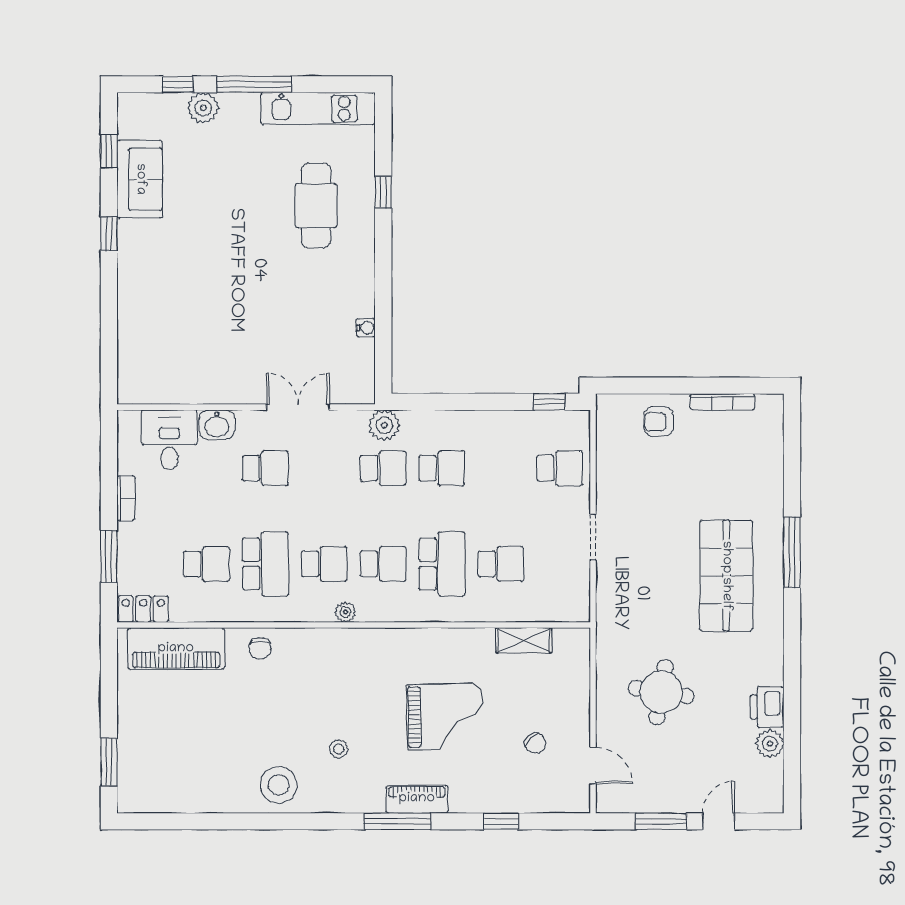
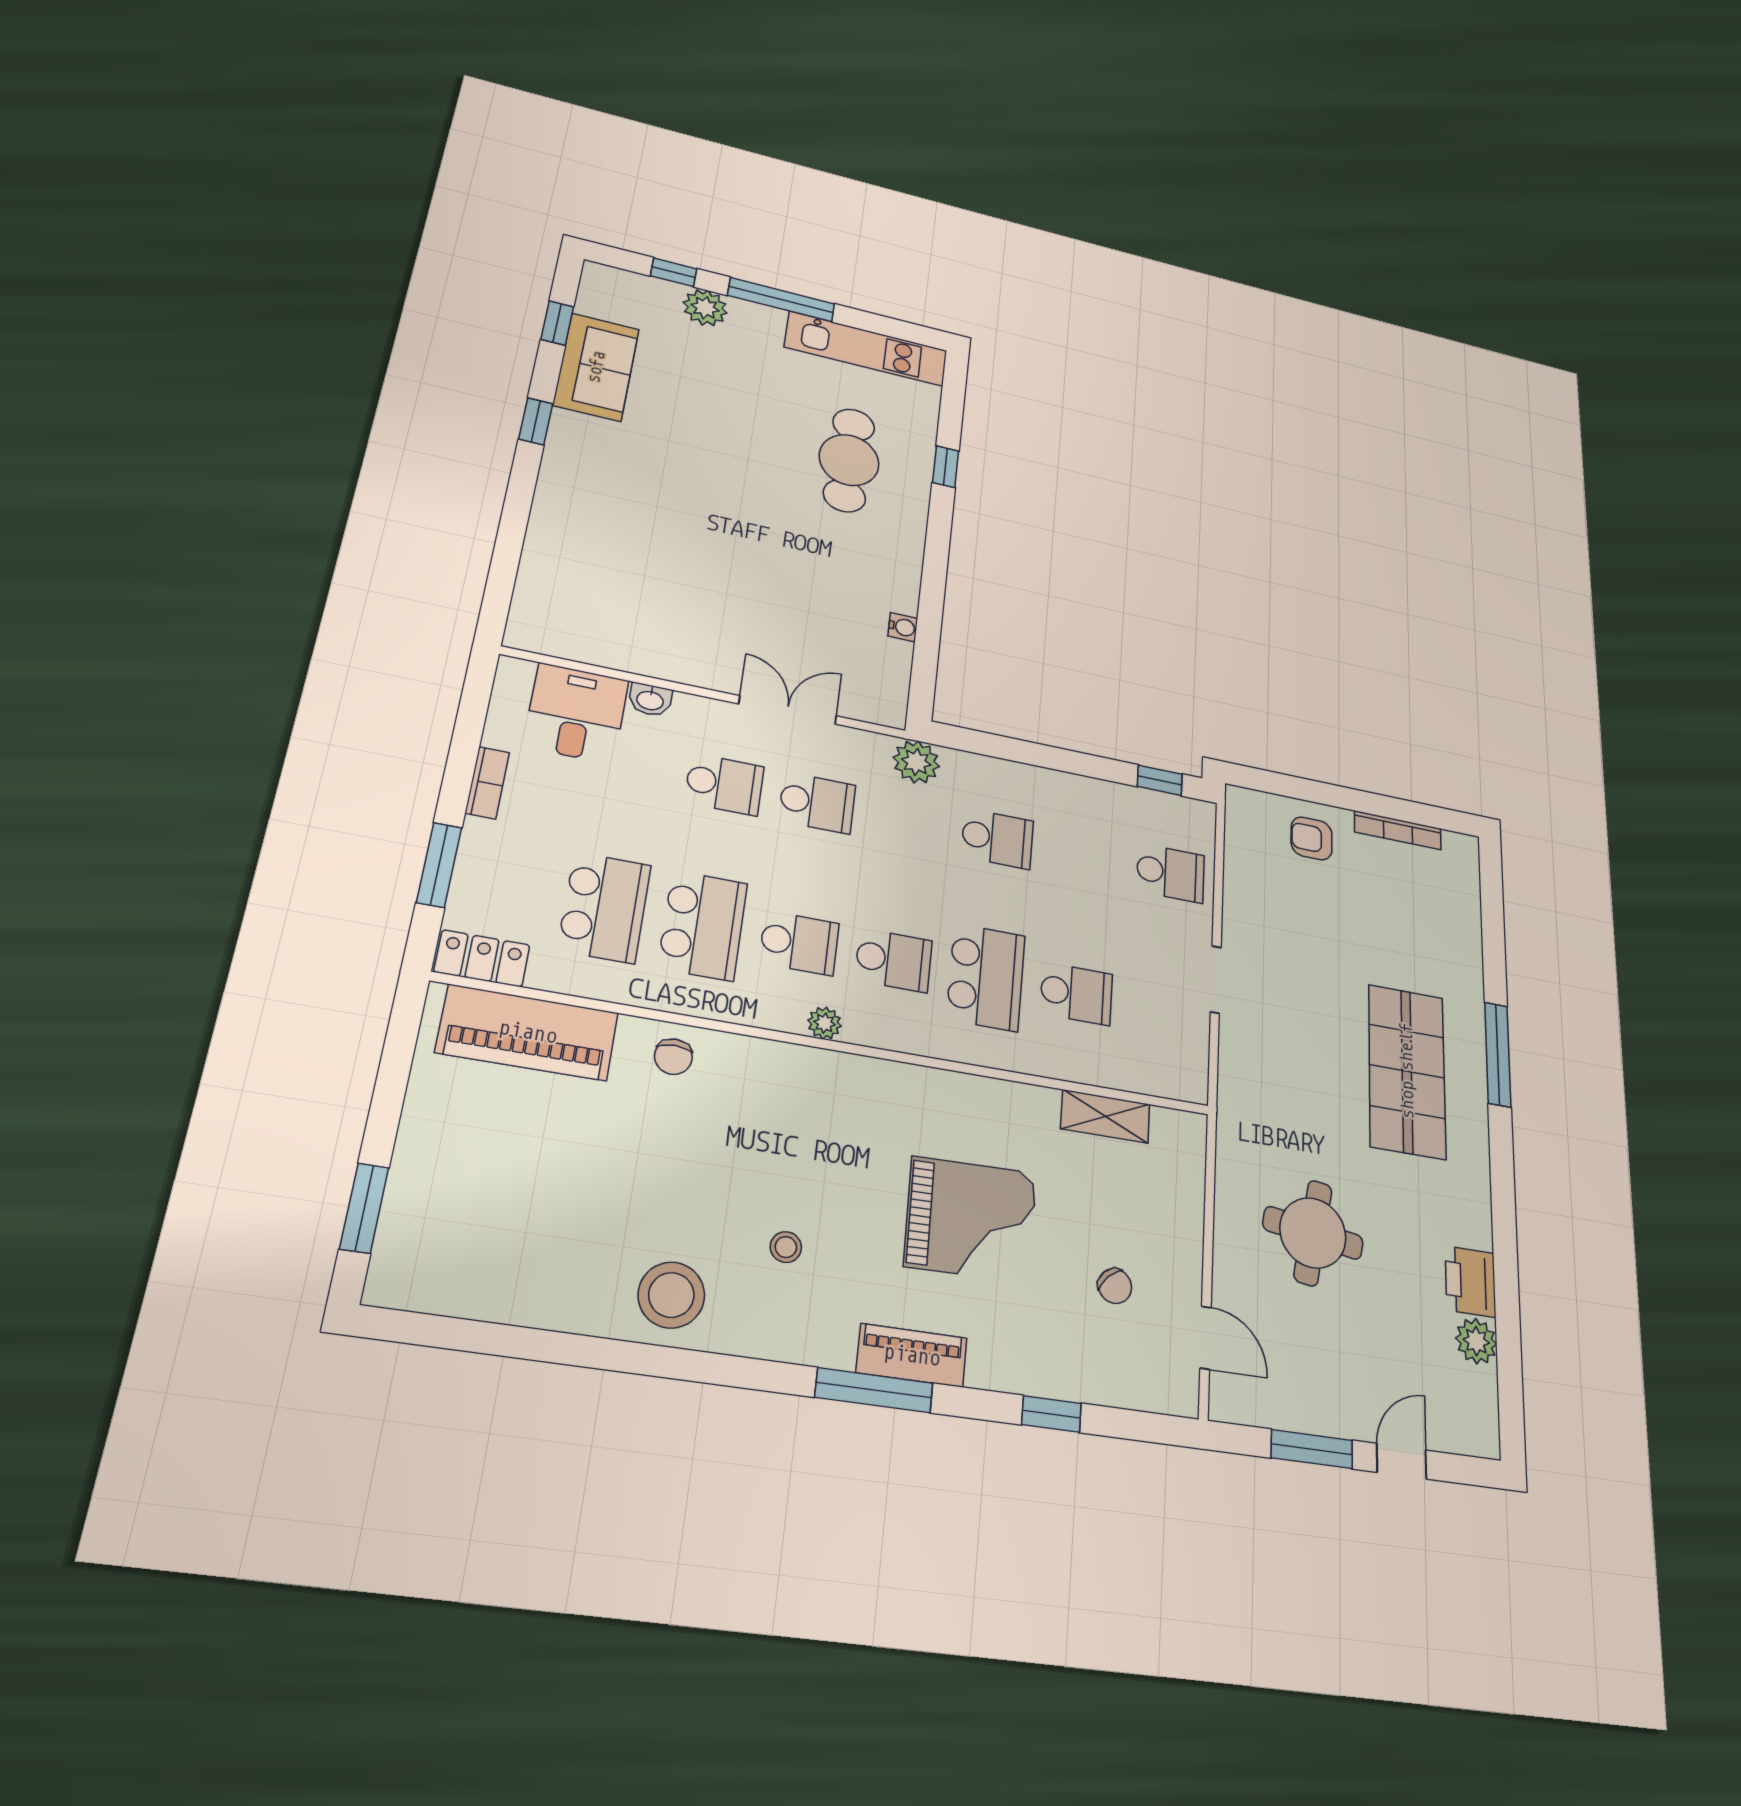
washbasin: (217, 425) -> (650, 700), width x0.72, depth x0.69
school desk: (383, 468) -> (817, 803), moved
school desk: (206, 564) -> (604, 907), width x1.85

